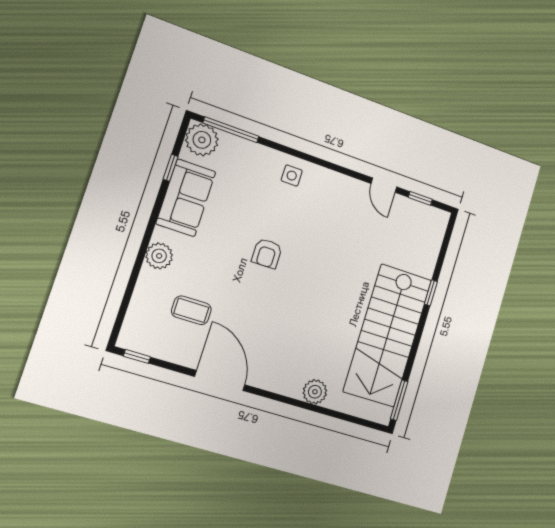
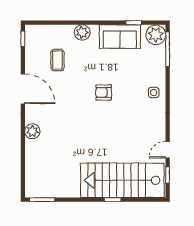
stairs: (388, 335) -> (122, 180), moved
door: (220, 381) -> (23, 89), hinge flipped
plant: (315, 392) -> (32, 131), moved

